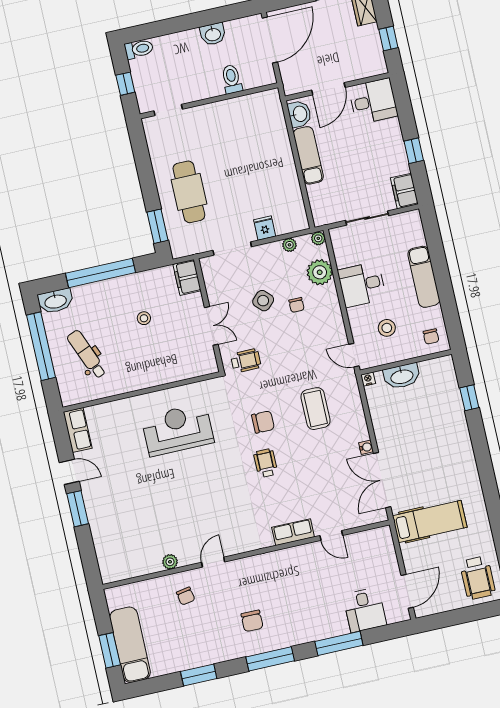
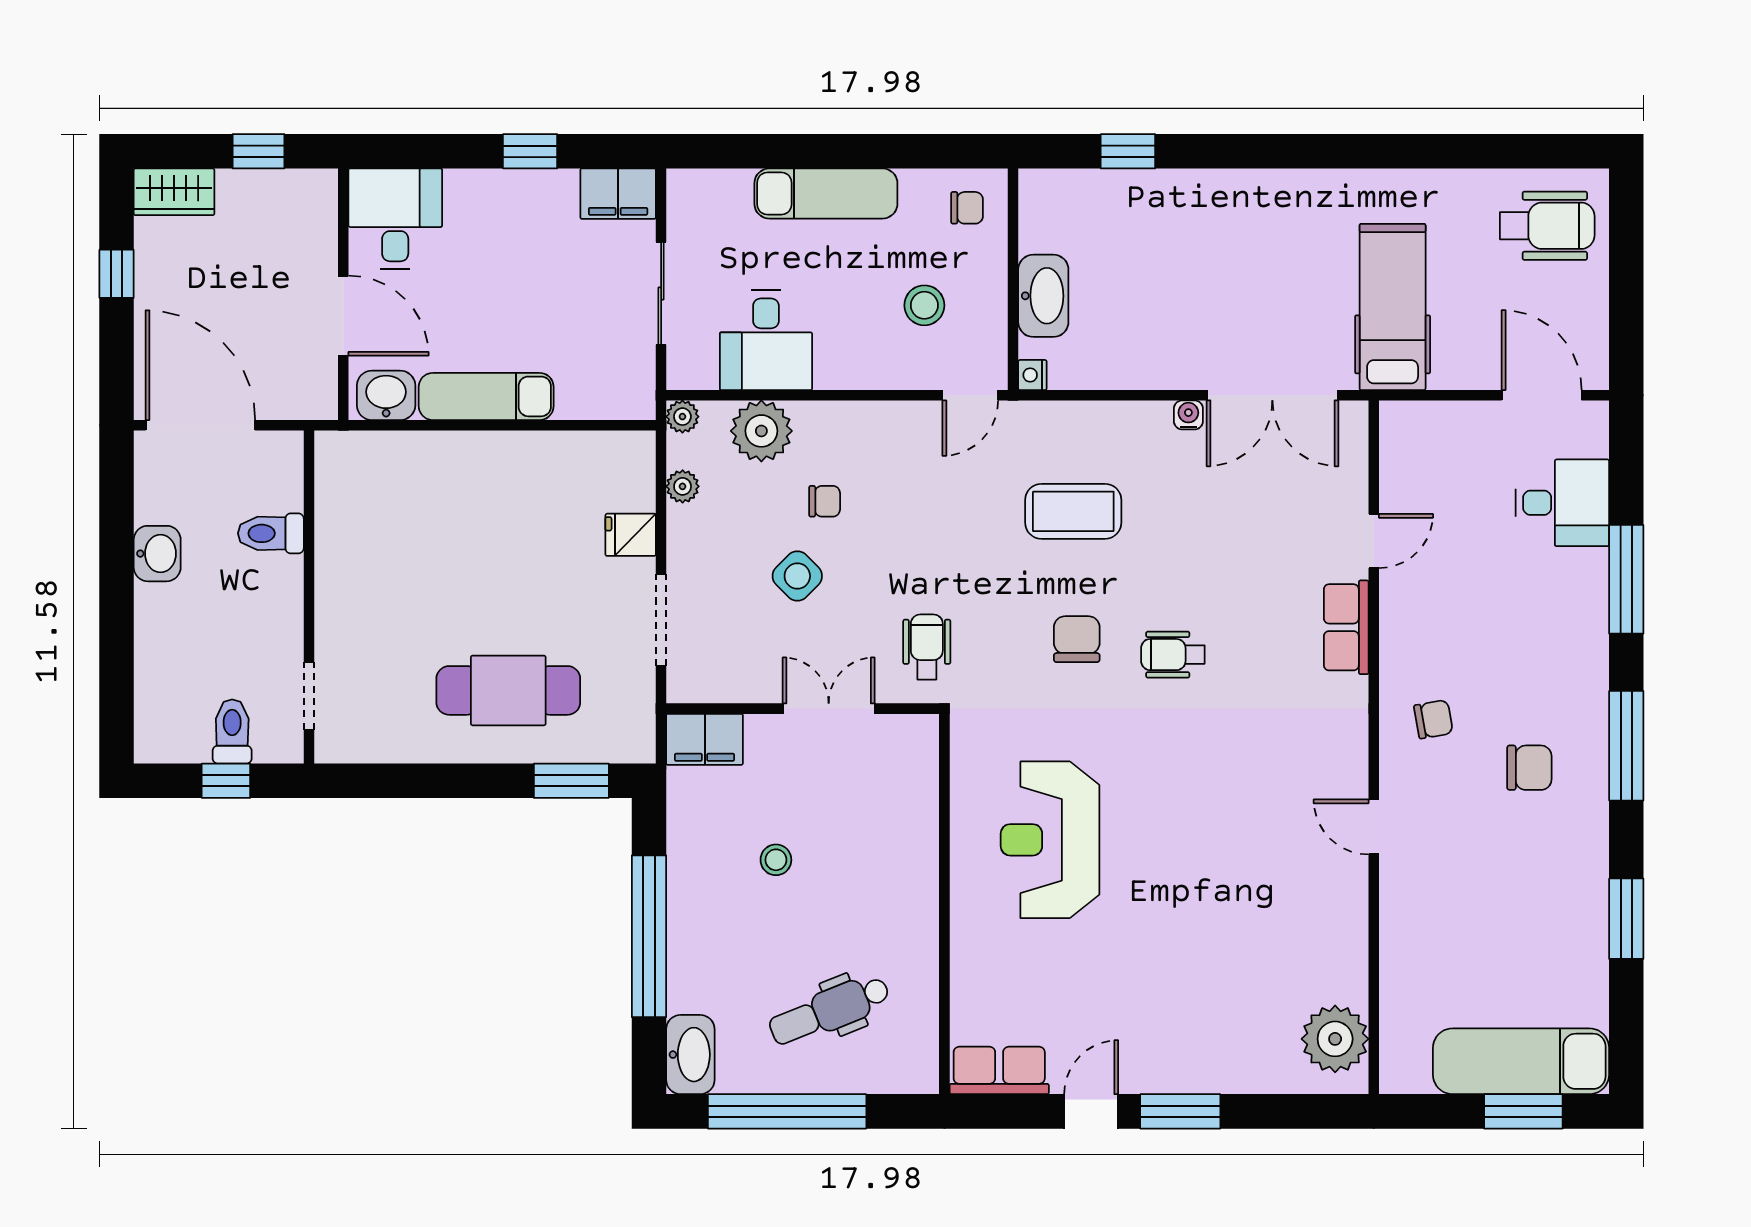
toilet: (139, 49) -> (232, 731), moved
desk: (362, 285) -> (766, 340), moved
plant: (170, 562) -> (1335, 1039), moved, width x1.88, depth x1.88
chair: (186, 596) -> (1433, 719), moved

